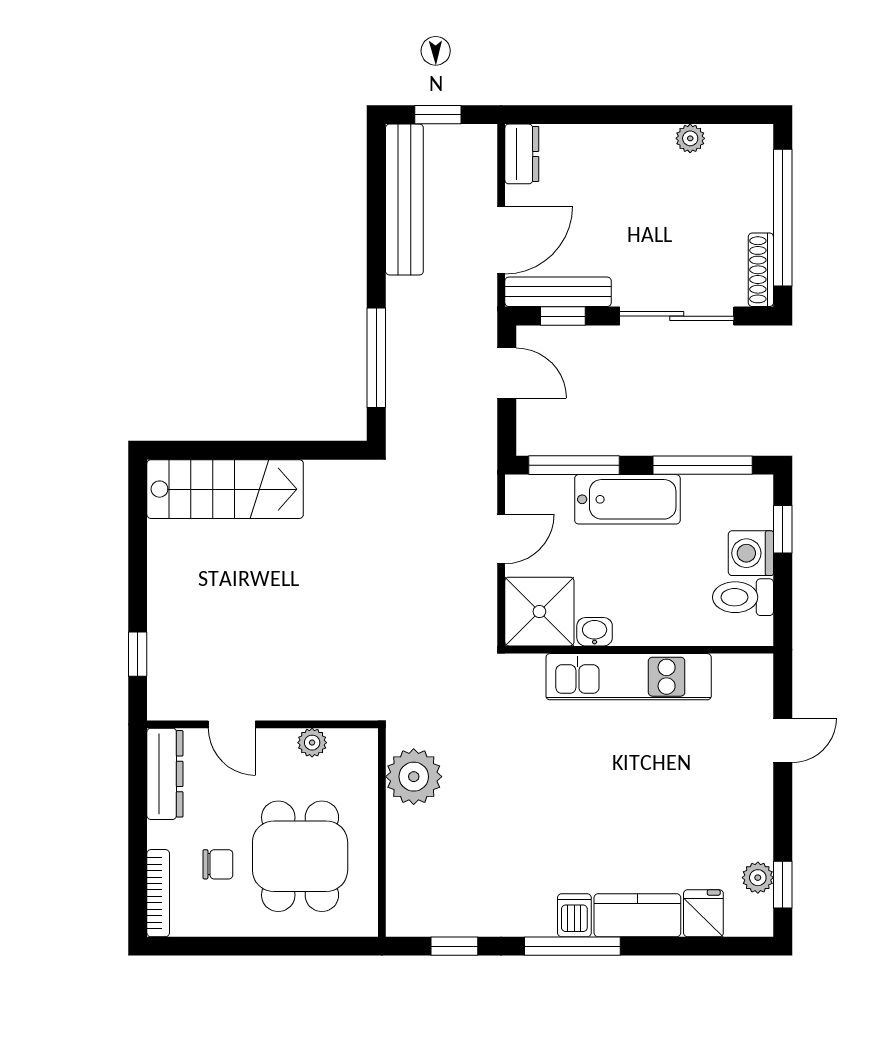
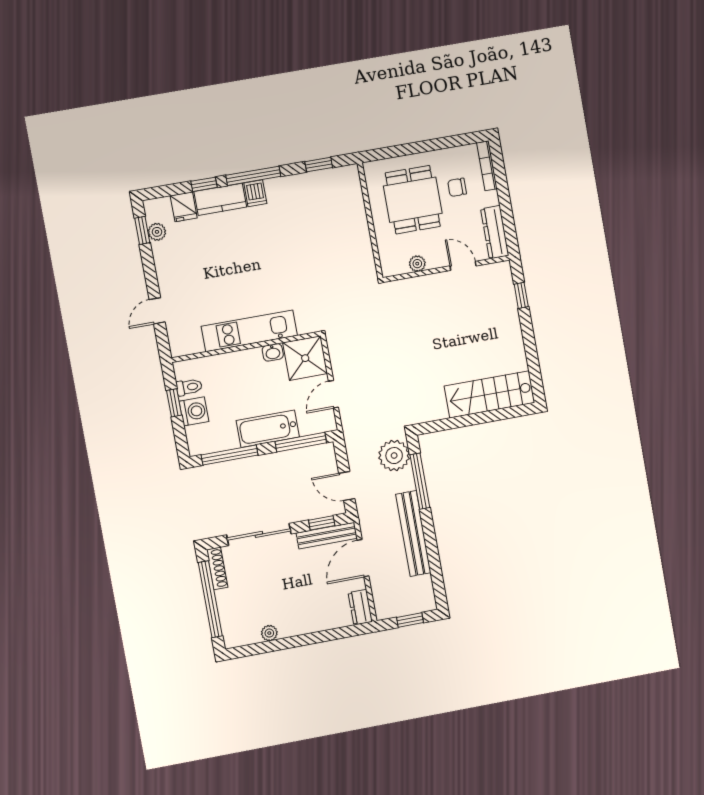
bench: (404, 200) -> (413, 533), moved
window: (783, 529) -> (174, 403), moved
toilet: (743, 597) -> (189, 387), width x0.73, depth x0.72
plant: (414, 777) -> (394, 456), moved
window: (661, 946) -> (204, 184), added

